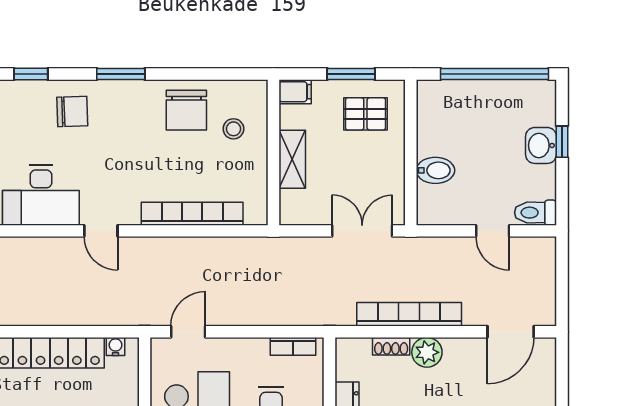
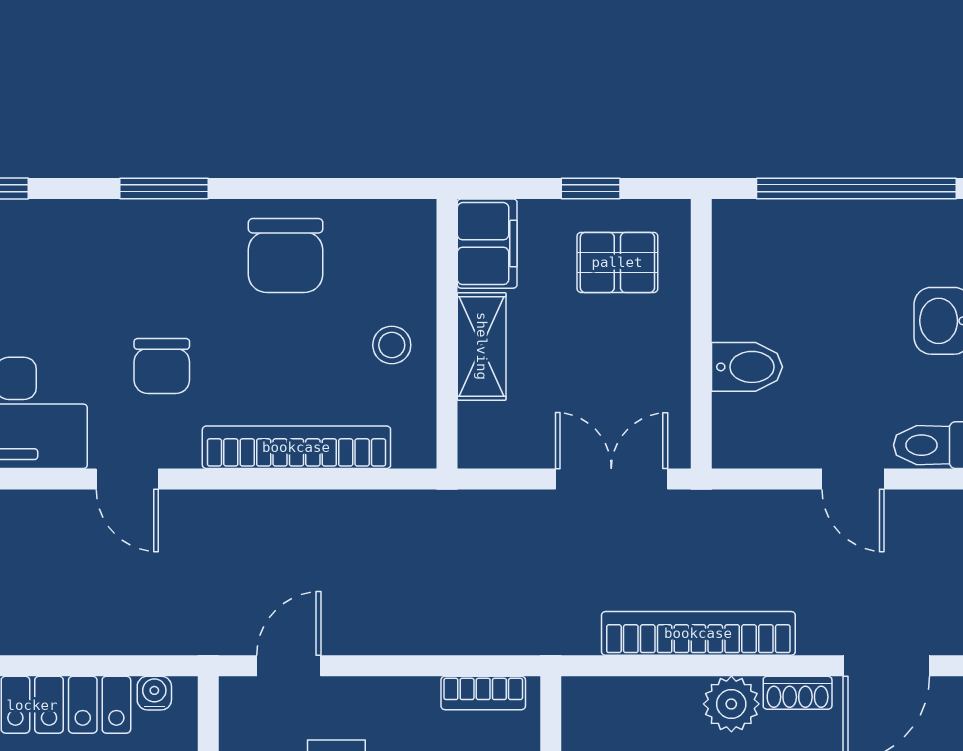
window: (351, 74) -> (591, 188), width x0.67
filing cabinet: (295, 92) -> (487, 244), width x2.00
chair: (72, 112) -> (162, 366), moved, turned 92
stool: (233, 129) -> (392, 345), moved
shoe rack: (391, 346) -> (798, 693), moved

